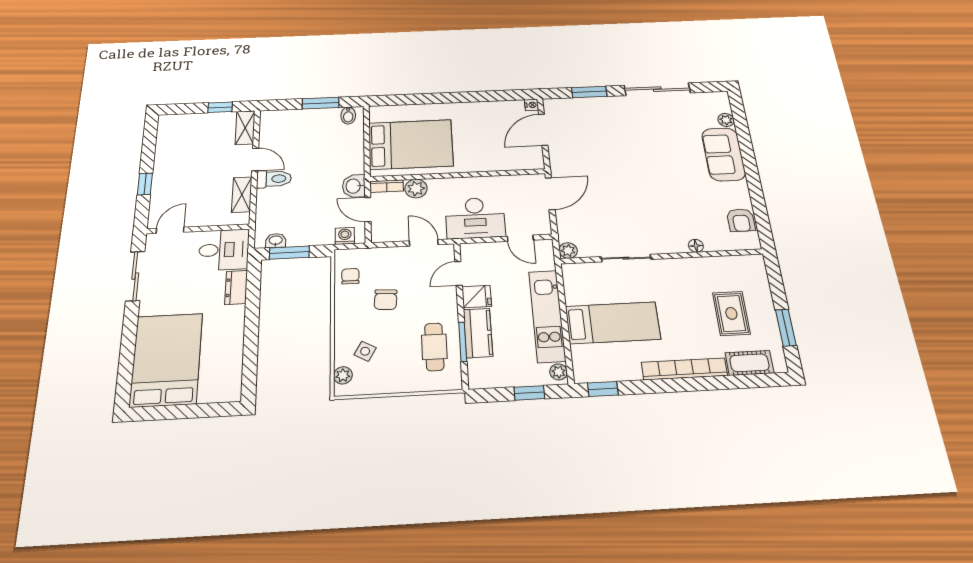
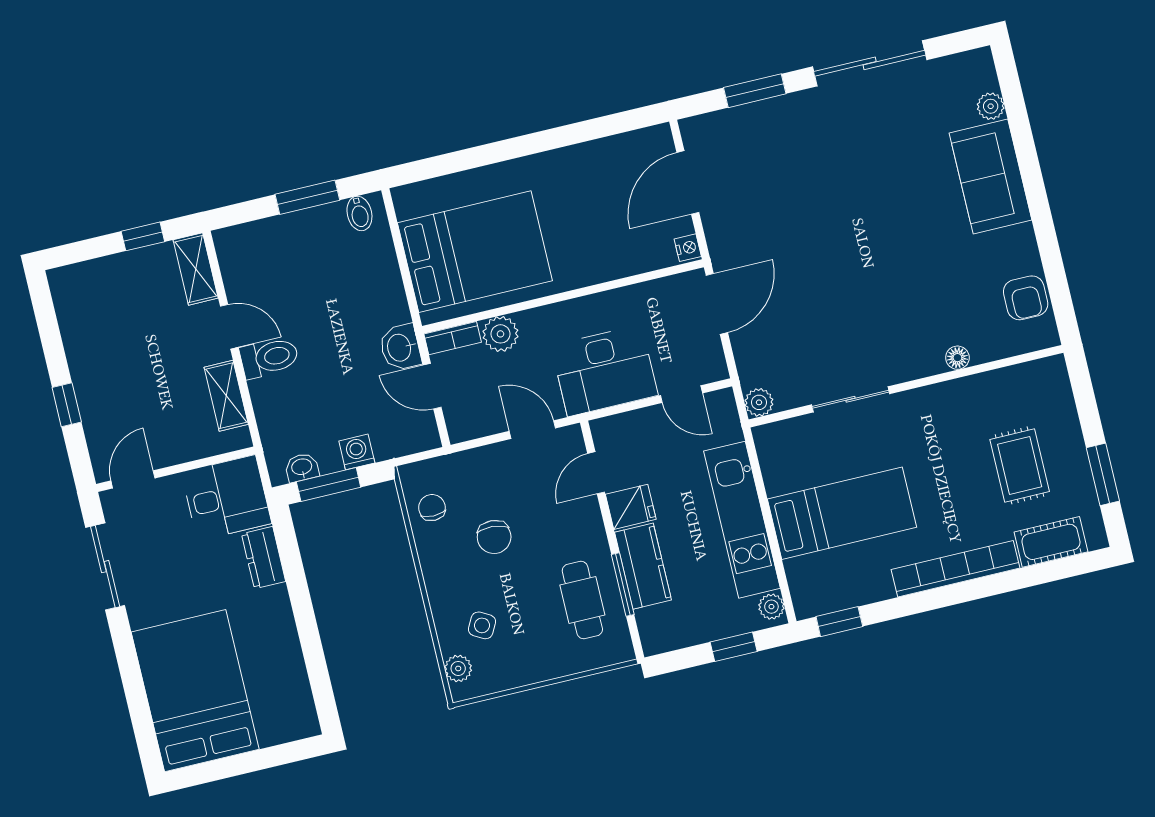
nightstand: (531, 105) -> (688, 248), moved
washing machine: (345, 236) -> (357, 452), moved

